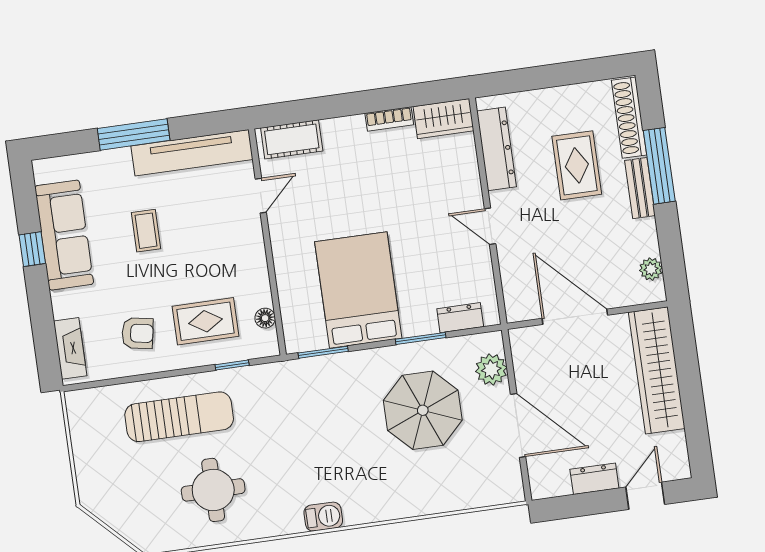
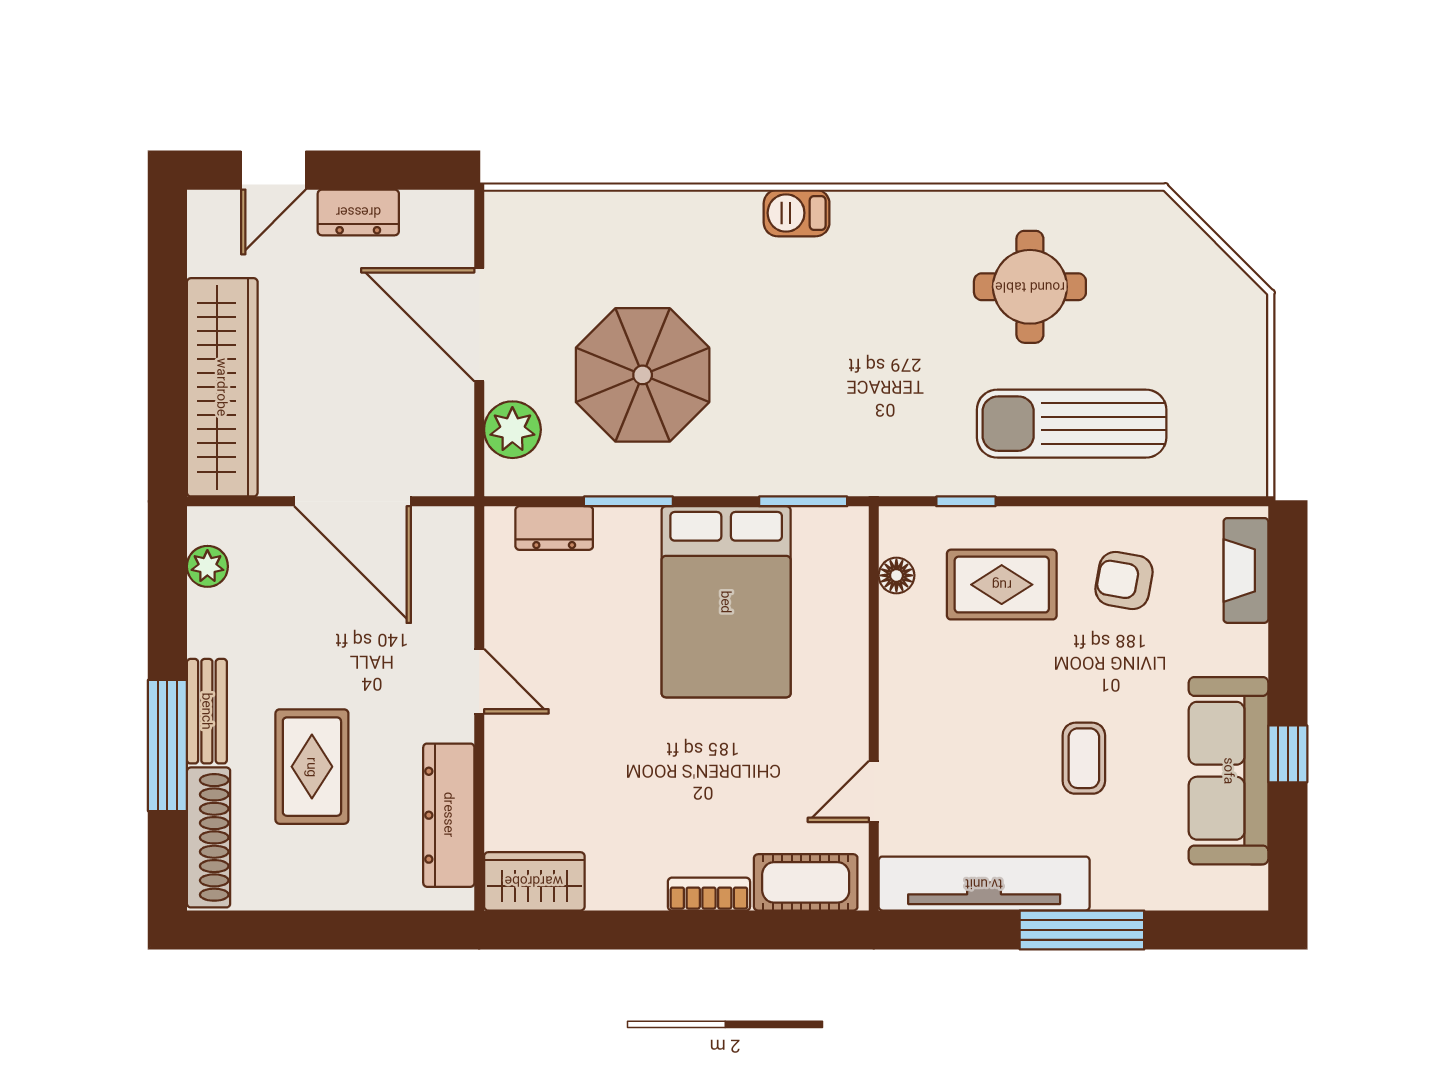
bookcase: (389, 119) -> (709, 894), moved
barbecue: (323, 517) -> (797, 213), moved

